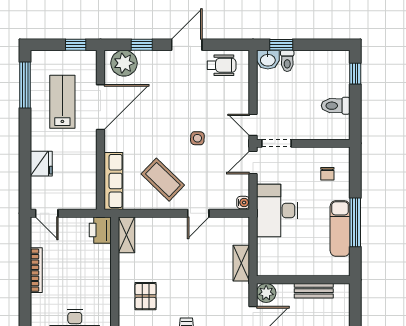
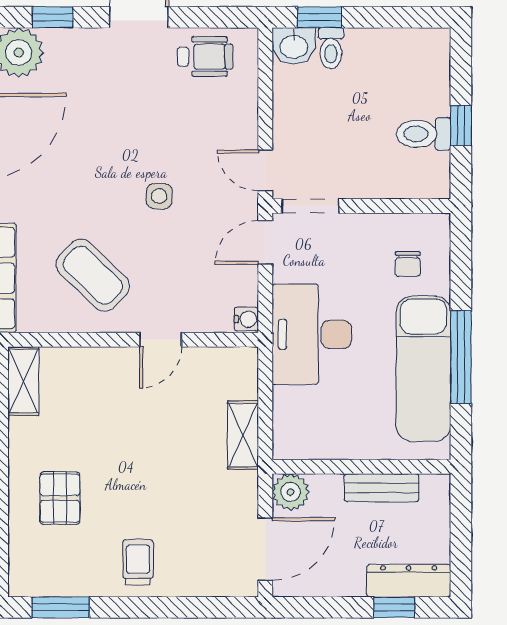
window: (355, 74) -> (461, 126), moved
exam couch: (340, 228) -> (423, 369), width x1.36, depth x1.45

